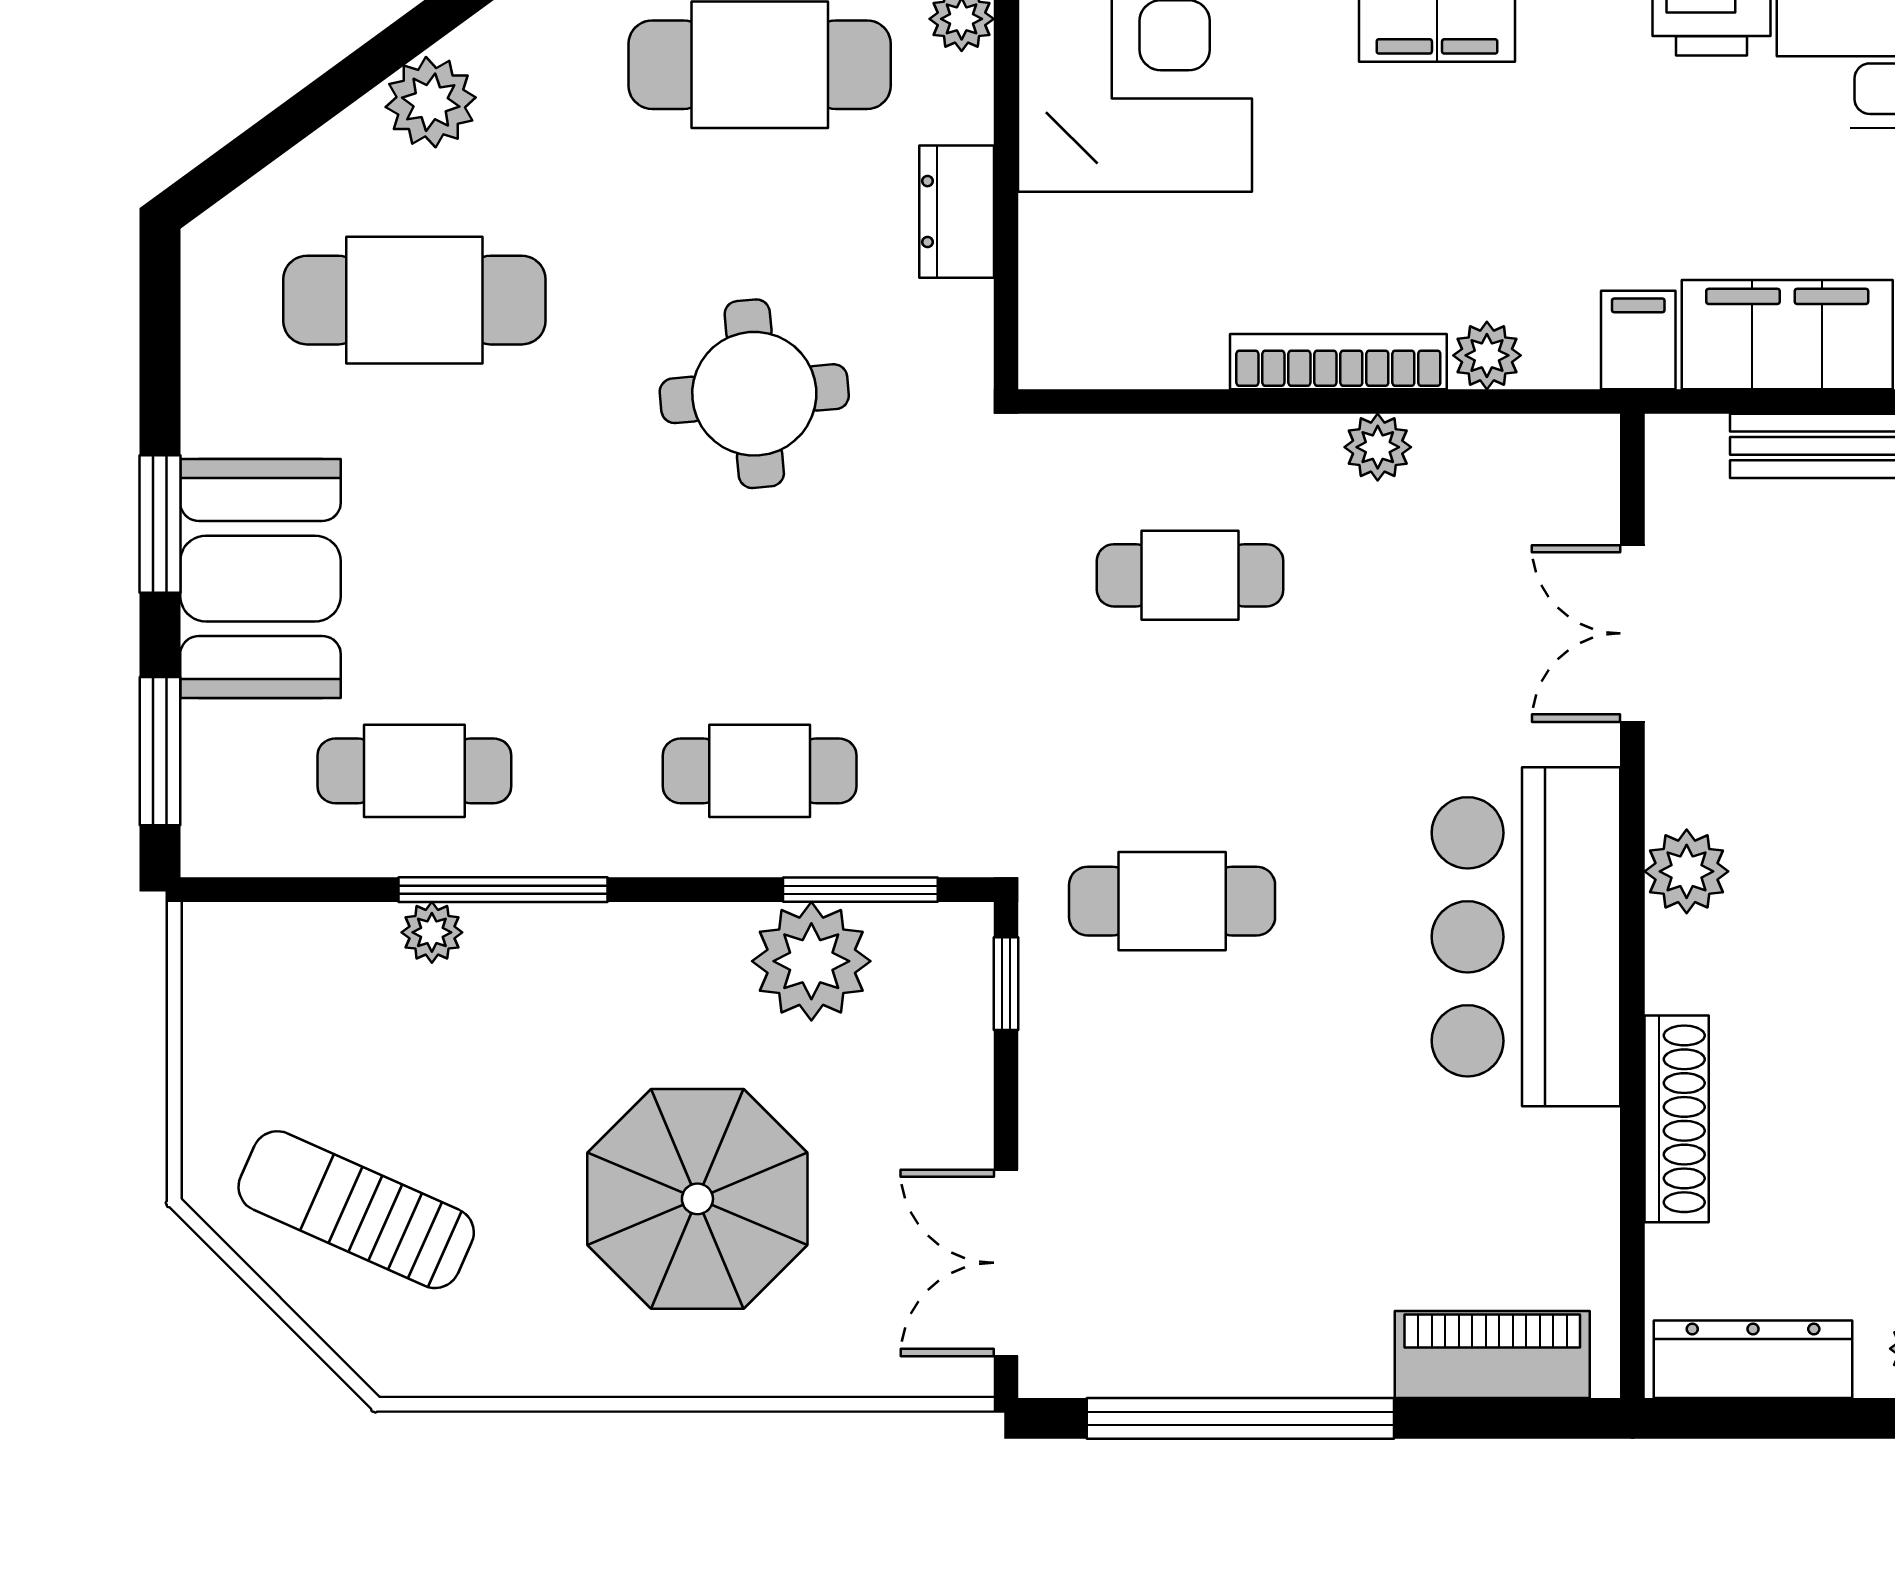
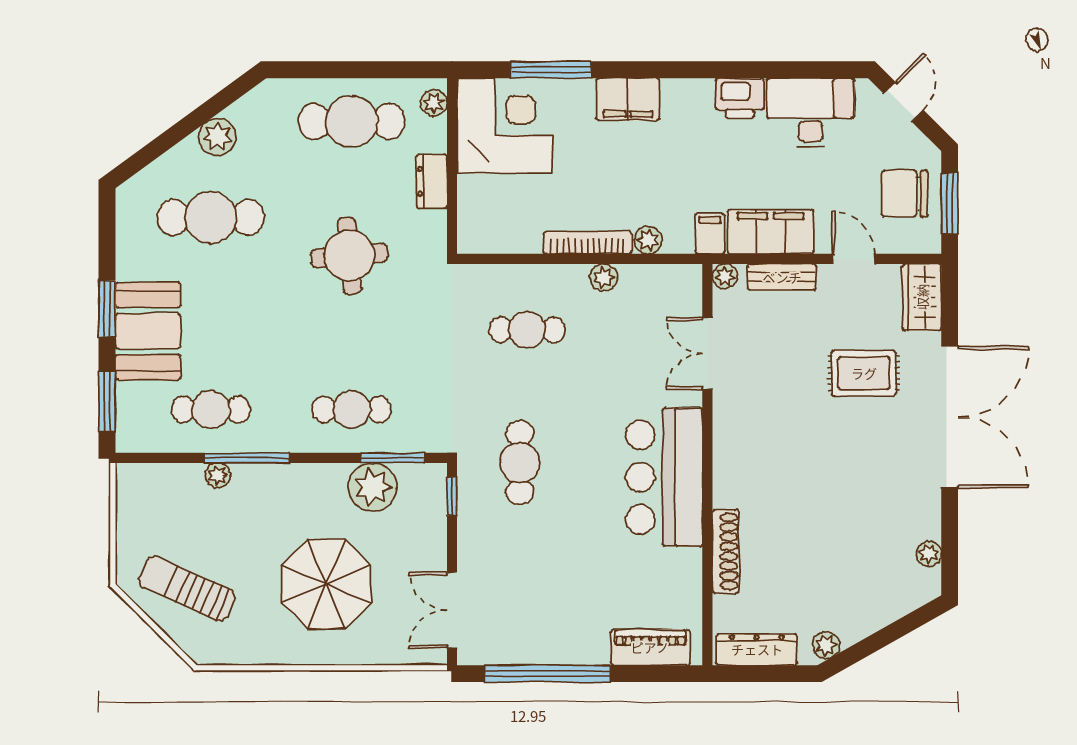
plant: (1687, 871) -> (725, 276), moved, width x0.73, depth x0.73
cafe table: (1172, 901) -> (520, 463), turned 90

